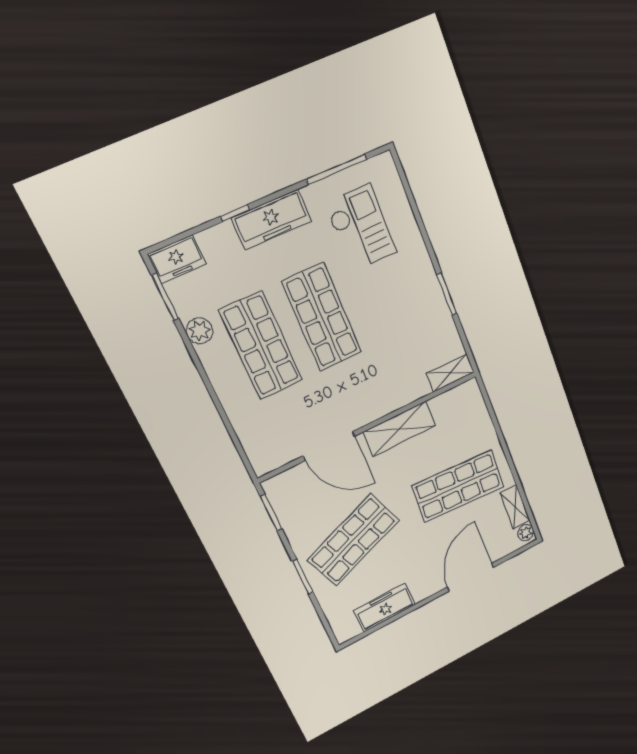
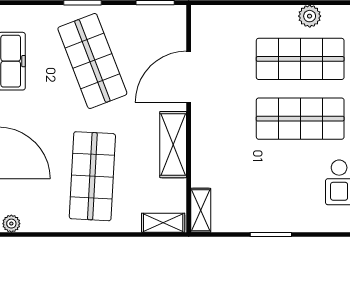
plant: (199, 331) -> (310, 16), moved
shelving: (515, 507) -> (163, 223), moved

